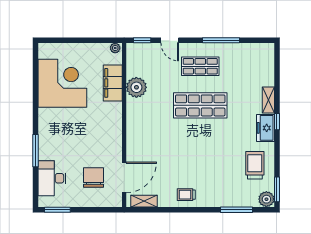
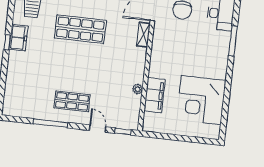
plant: (115, 48) -> (149, 127), removed
plant: (136, 87) -> (138, 89), width x0.53, depth x0.53
shelving: (268, 100) -> (143, 35), moved
shop shelf: (200, 105) -> (80, 29), moved

